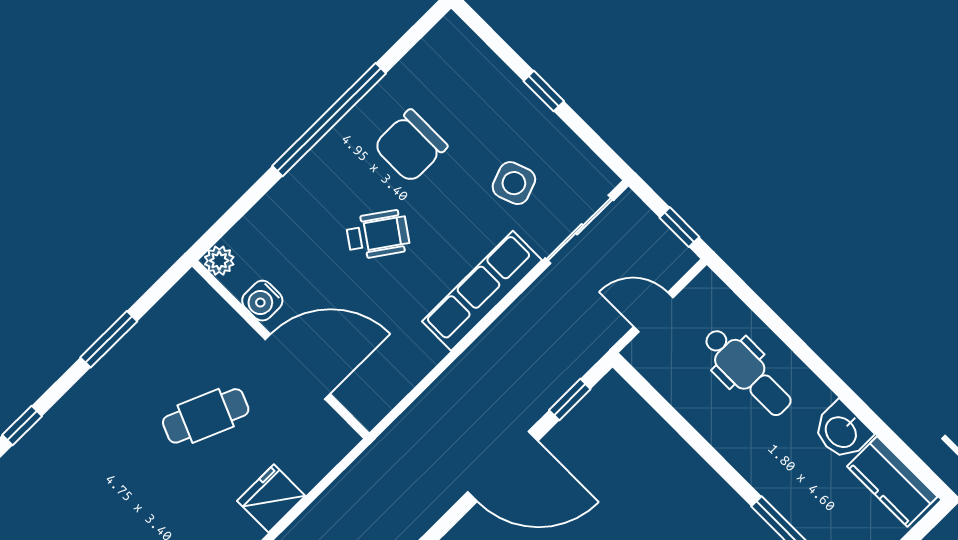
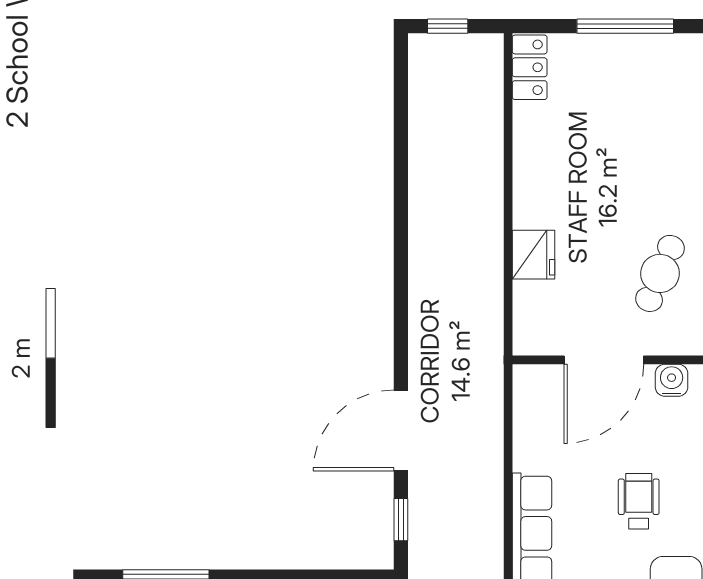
wheelchair: (378, 235) -> (639, 501), turned 145
cafe table: (206, 416) -> (660, 273), moved

